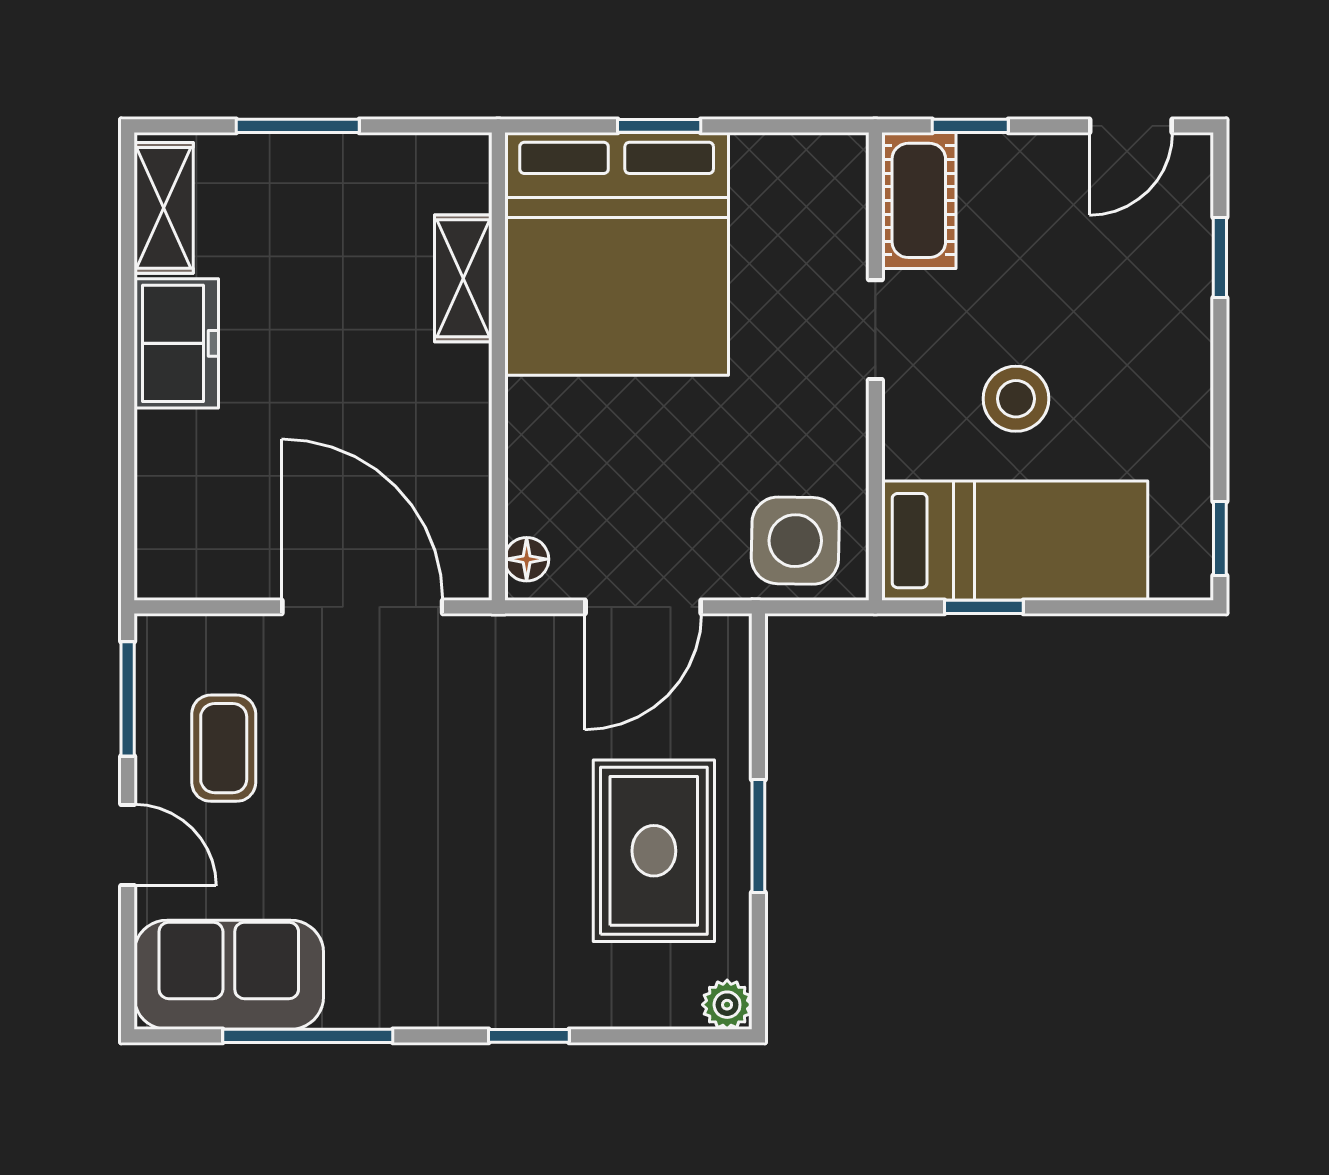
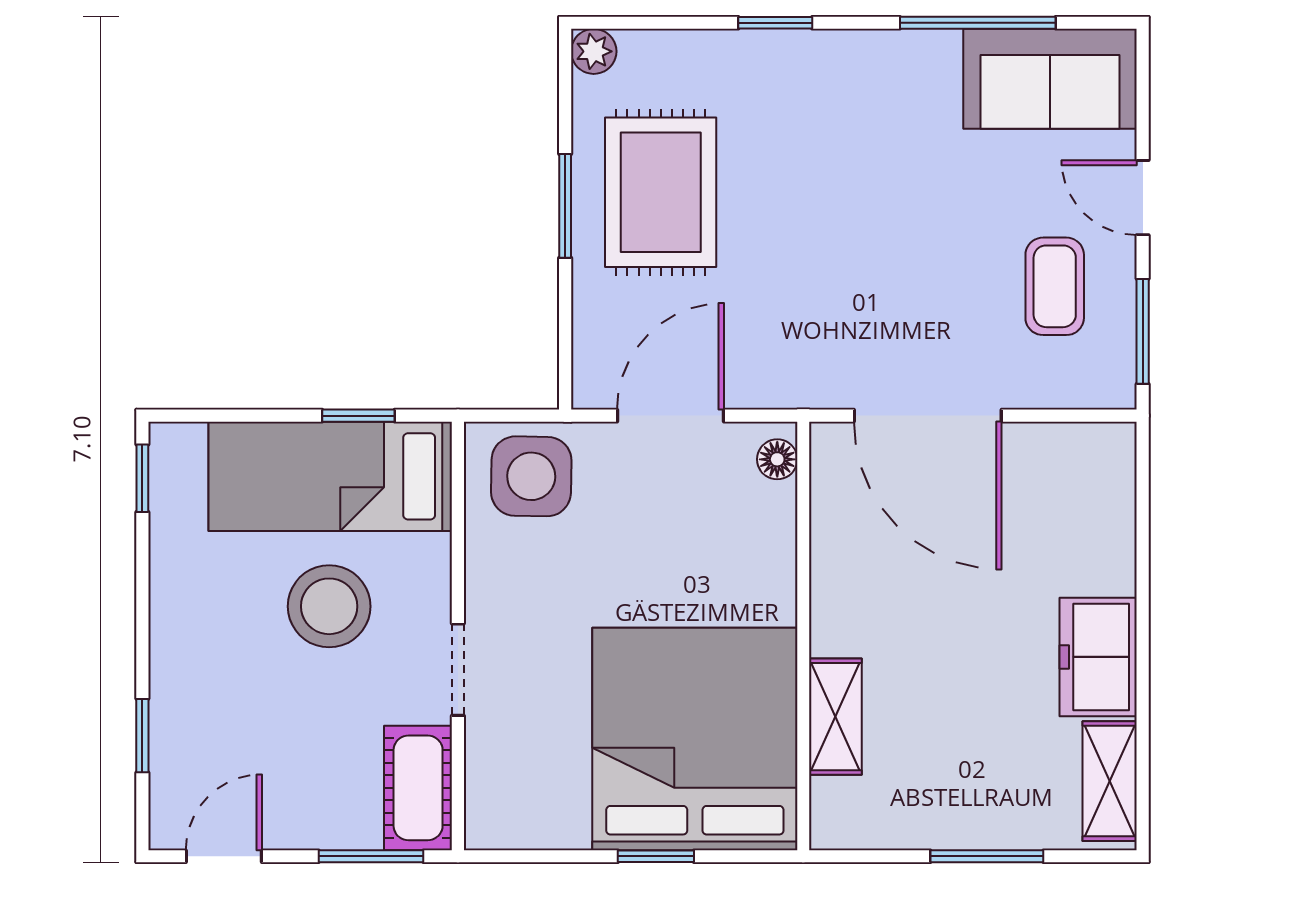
window: (970, 126) -> (371, 856), width x1.50
stool: (1016, 399) -> (329, 606), width x1.38, depth x1.38

